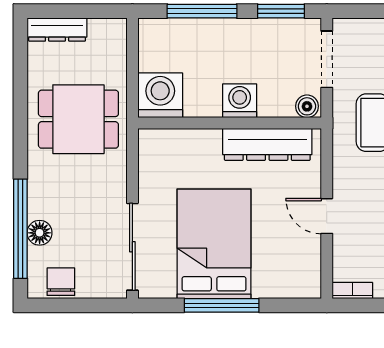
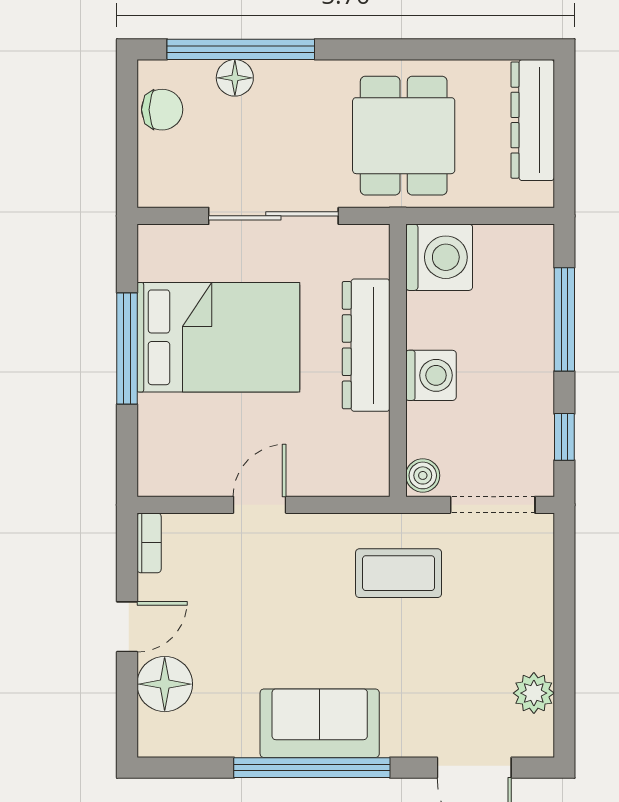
window: (281, 11) -> (564, 437), width x0.67
dresser: (57, 30) -> (533, 120), width x1.37, depth x1.24
dresser: (267, 144) -> (366, 345), moved
sliding door: (132, 247) -> (273, 216), moved

